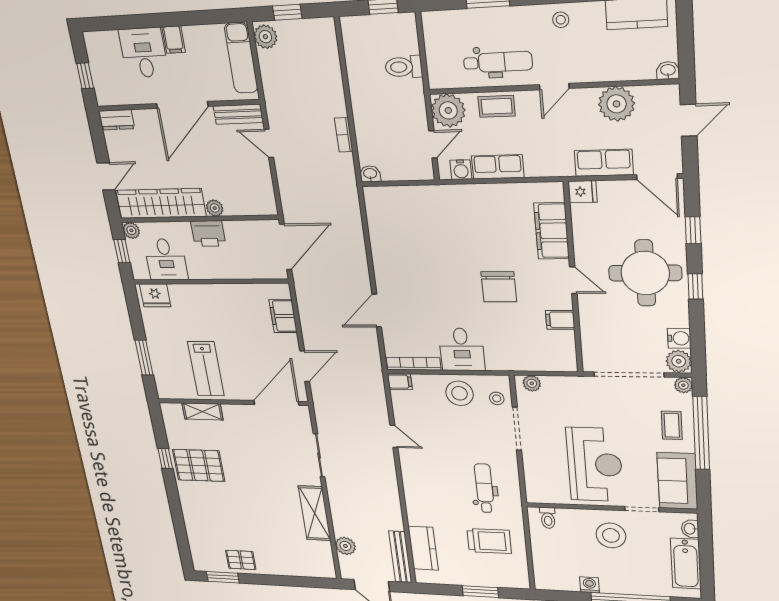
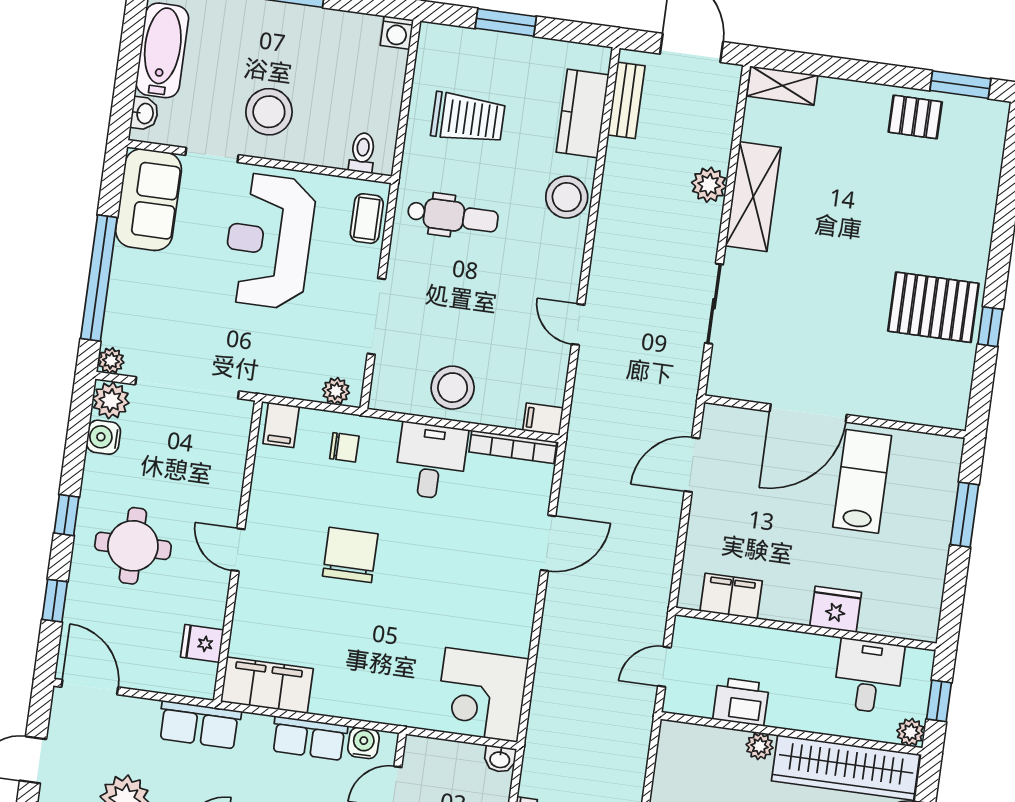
row of seats: (604, 163) -> (199, 725), moved
fridge: (583, 192) -> (202, 643), moved
corner desk: (393, 212) -> (482, 695), added
filing cabinet: (552, 231) -> (267, 685), moved, turned -90
printer: (208, 233) -> (741, 702), moved
door: (286, 247) -> (664, 667), width x0.53
round table: (645, 273) -> (133, 546), width x0.73, depth x0.73
fridge: (155, 295) -> (836, 609), moved
filing cabinet: (283, 316) -> (731, 596), moved, turned -90
filing cabinet: (560, 320) -> (281, 425), moved, turned 90
chair: (518, 351) -> (344, 447), added
stool: (497, 398) -> (567, 197), moved, width x1.89, depth x1.89
door: (276, 403) -> (808, 413), moved
shelving: (203, 411) -> (782, 86), moved
coffee table: (672, 425) -> (367, 219), moved
dental chair: (484, 488) -> (453, 216), turned -90
trolley: (489, 541) -> (468, 118), turned 180
plant: (345, 546) -> (709, 185), moved
bench: (400, 557) -> (626, 100), width x0.73
washing machine: (590, 585) -> (397, 33), moved

